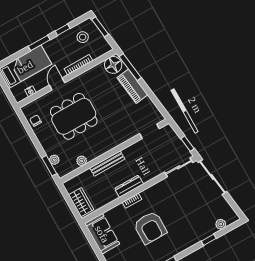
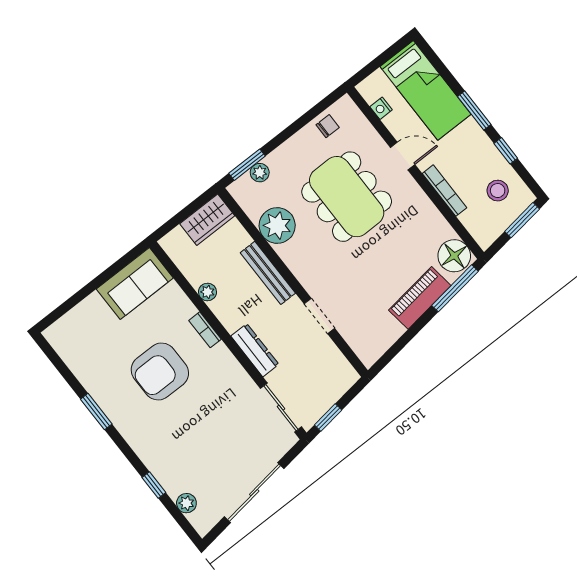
doorway: (150, 131) -> (319, 316), moved
plant: (82, 161) -> (277, 226), width x1.88, depth x1.88
sliding door: (212, 177) -> (254, 493), moved
dresser: (129, 186) -> (255, 350), moved
plant: (112, 196) -> (207, 292), added
wardrobe: (81, 202) -> (207, 220), moved

